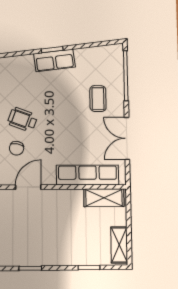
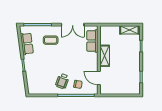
row of seats: (54, 60) -> (27, 44), moved
row of seats: (88, 175) -> (92, 41), width x0.68
shelving: (104, 198) -> (105, 56), moved

